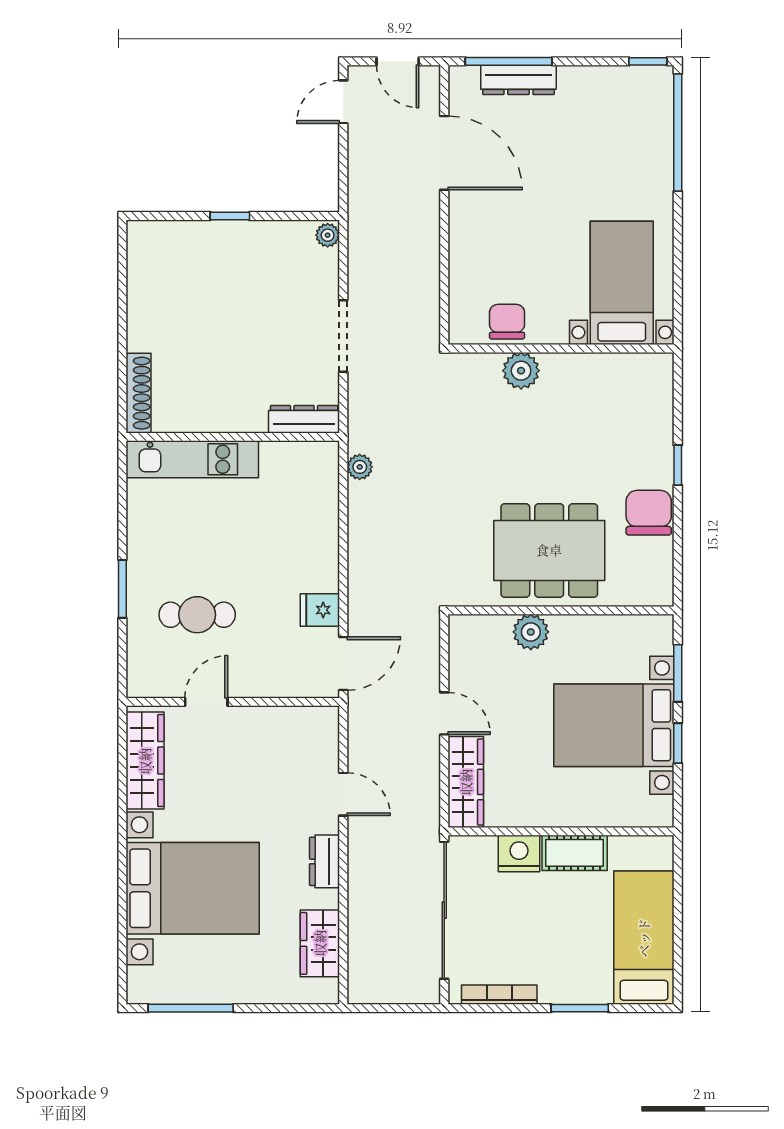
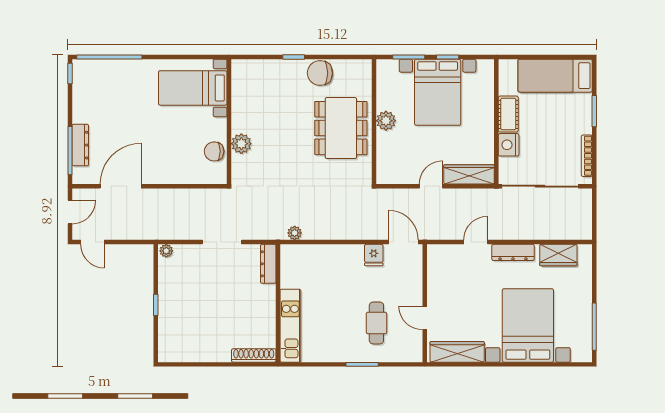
plant: (531, 632) -> (386, 121), moved
dresser: (325, 861) -> (513, 252), width x1.44

